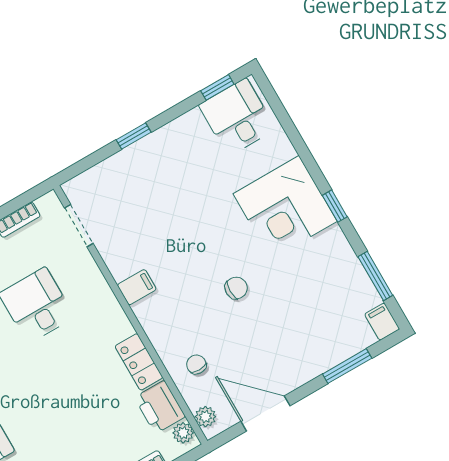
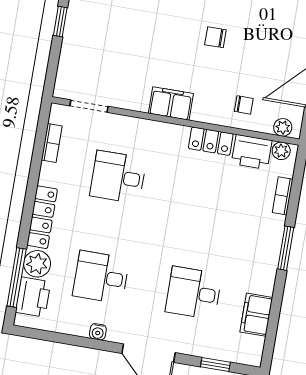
filing cabinet: (137, 287) -> (171, 103), width x2.00
chair: (236, 288) -> (215, 37), turned -90
chair: (196, 364) -> (244, 105), turned 180

